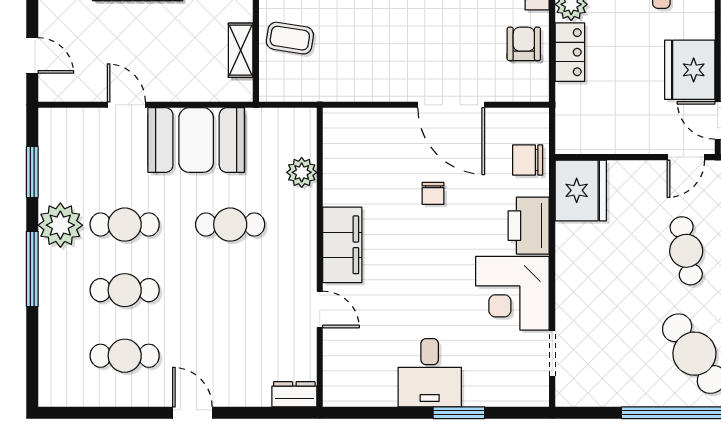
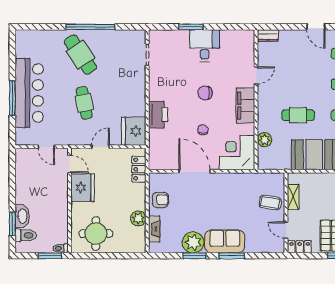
armchair: (524, 44) -> (160, 200), turned -90
locker: (570, 52) -> (139, 169), moved
door: (686, 157) -> (101, 147), moved
chair: (528, 160) -> (205, 93), moved, turned 180
corner desk: (512, 293) -> (237, 153), moved, turned -90
door: (320, 309) -> (256, 75), swing flipped

